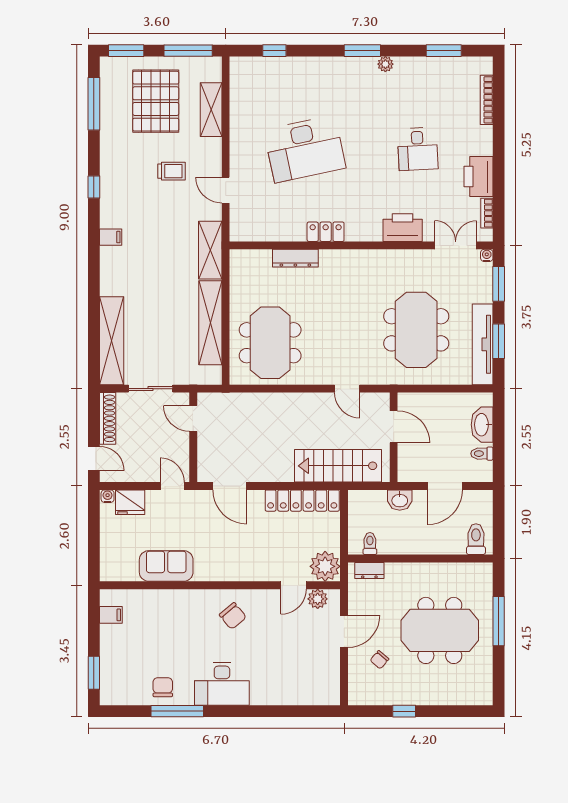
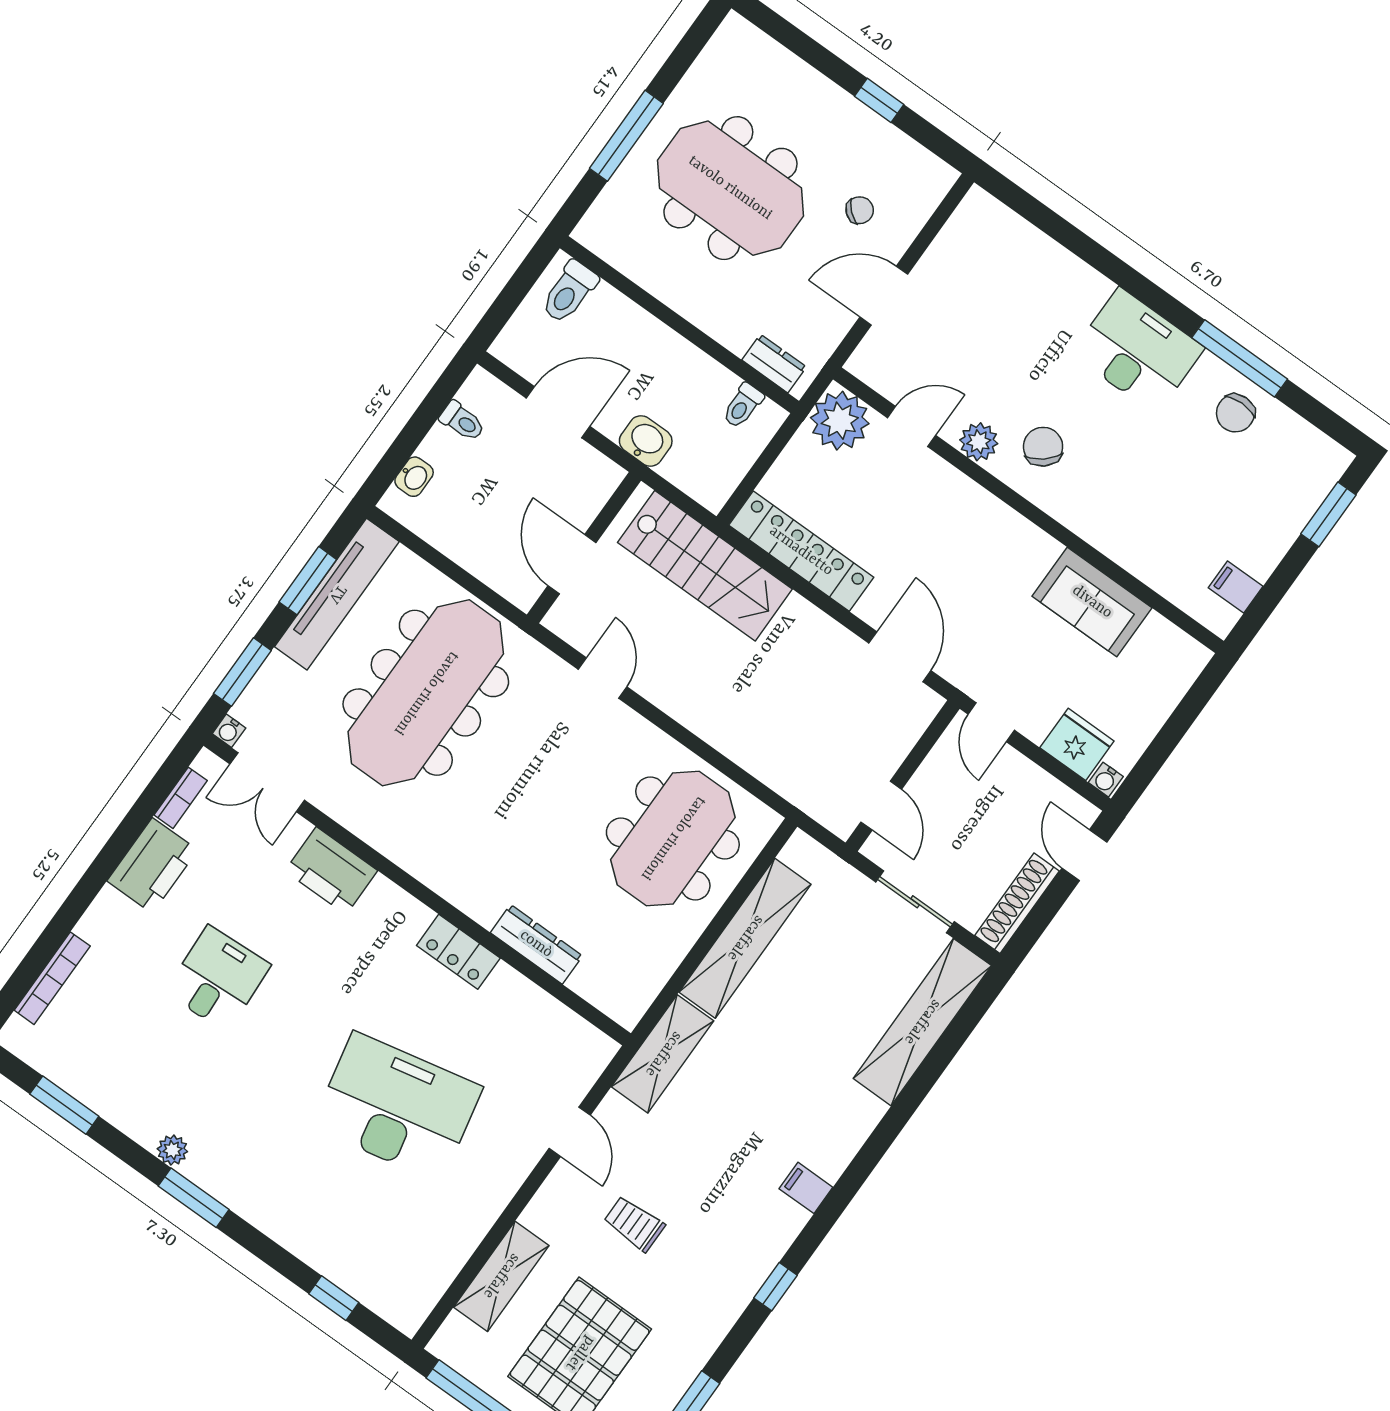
meeting table: (416, 330) -> (426, 693), width x1.36
washbasin: (482, 425) -> (414, 477), width x0.52, depth x0.69
plant: (318, 599) -> (979, 442), moved

